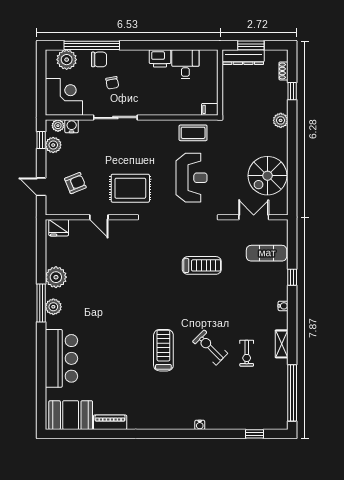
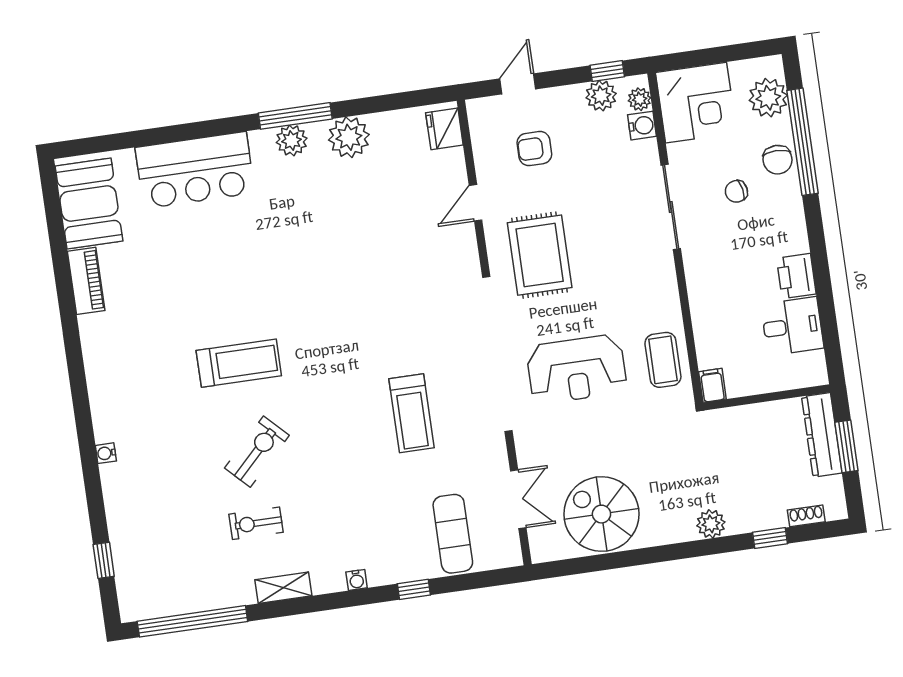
armchair: (75, 183) -> (534, 149), turned 112

